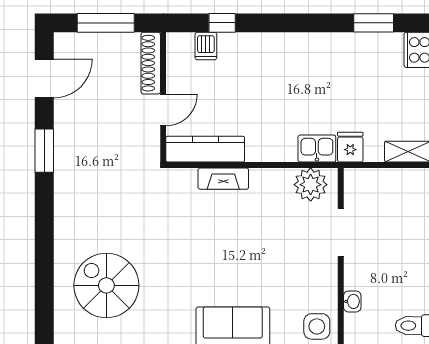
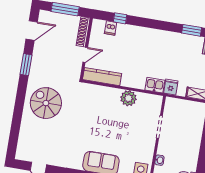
fireplace: (223, 179) -> (108, 92), removed
plant: (311, 185) -> (128, 98), moved
spiral stairs: (106, 285) -> (46, 103), moved

